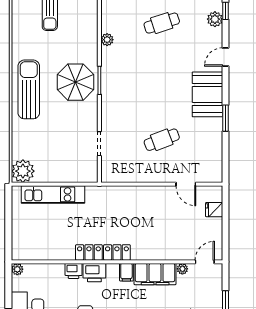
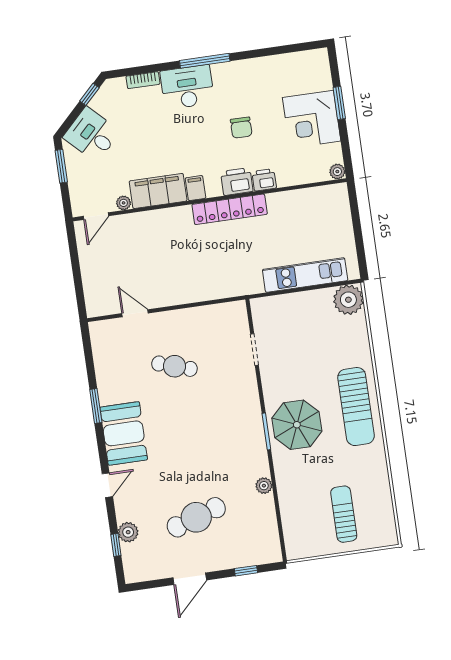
cafe table: (162, 23) -> (196, 517), width x1.37, depth x1.35
cafe table: (162, 140) -> (174, 366), turned 39
fridge: (214, 210) -> (94, 285), removed

